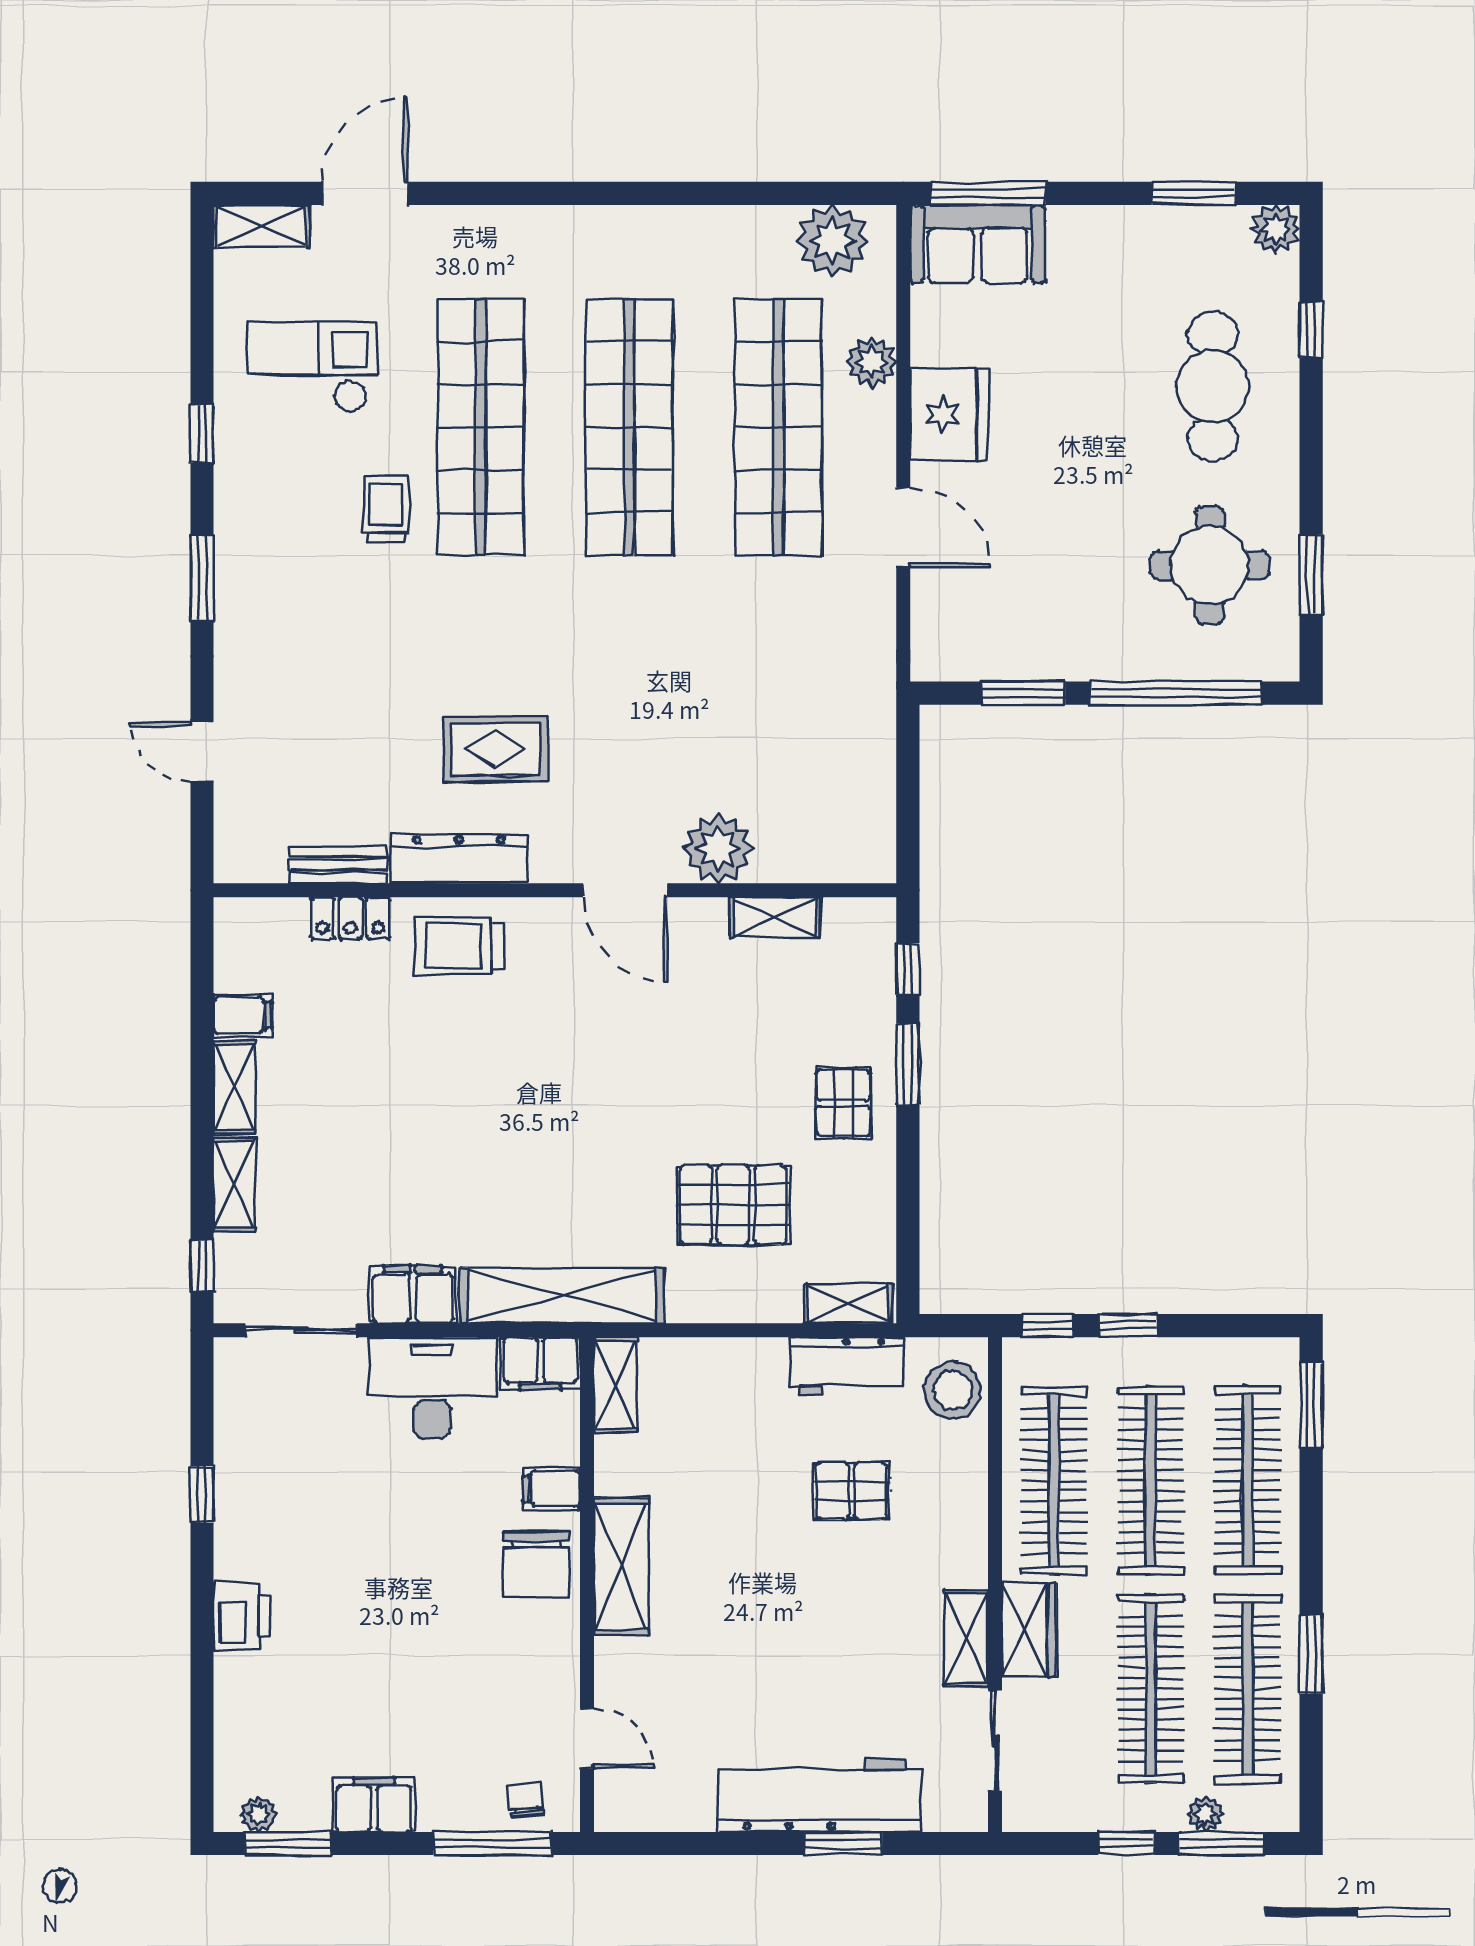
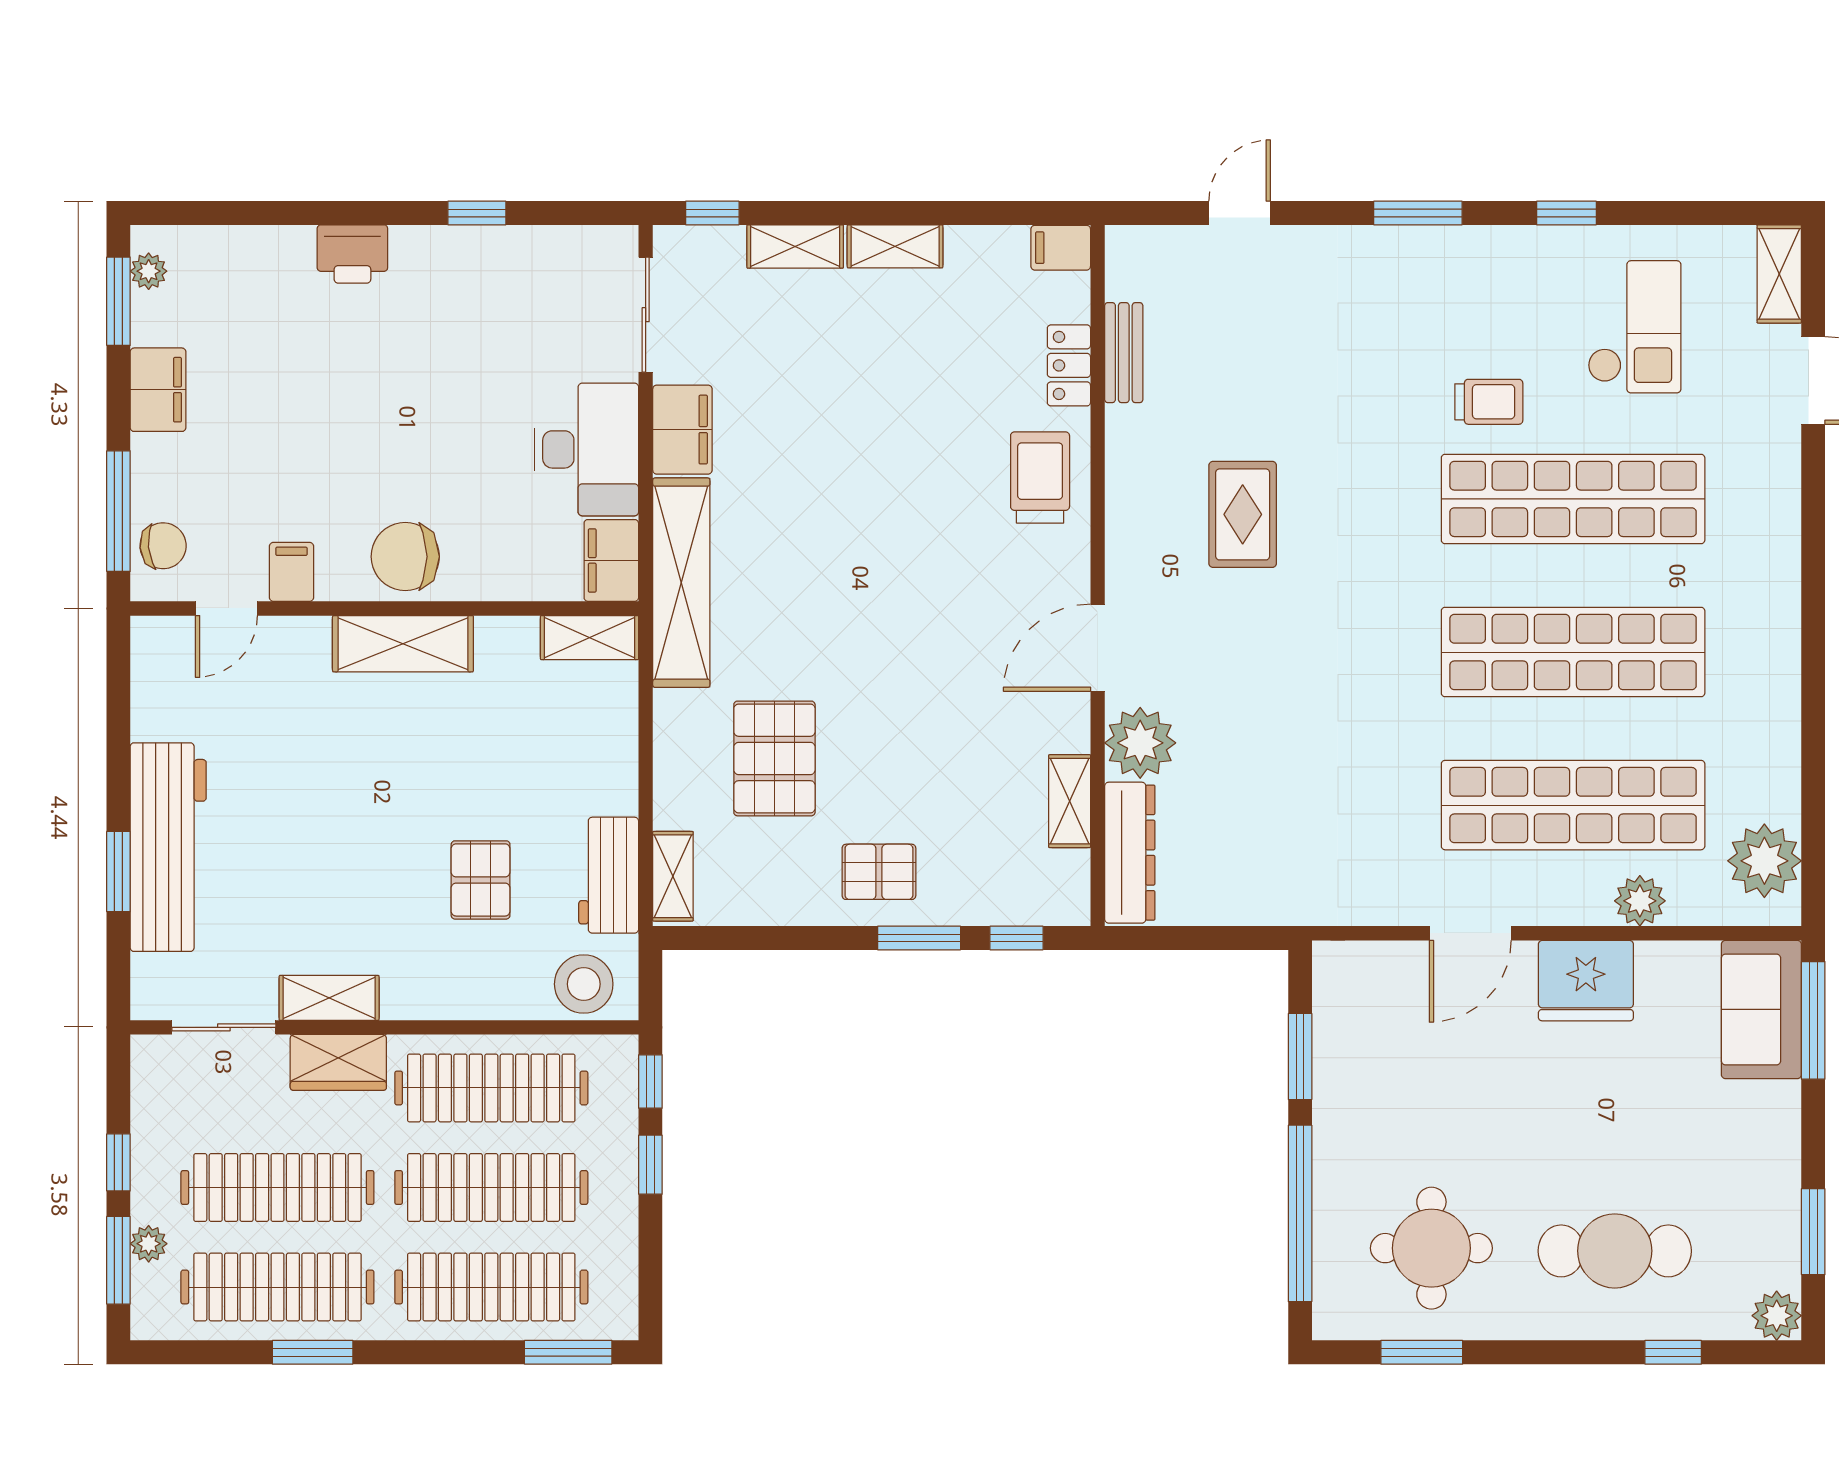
dresser: (459, 859) -> (1130, 853), moved
filing cabinet: (242, 1015) -> (1061, 248), moved, turned 90
filing cabinet: (551, 1489) -> (291, 572), moved
chair: (526, 1800) -> (163, 546), width x1.37, depth x1.37

